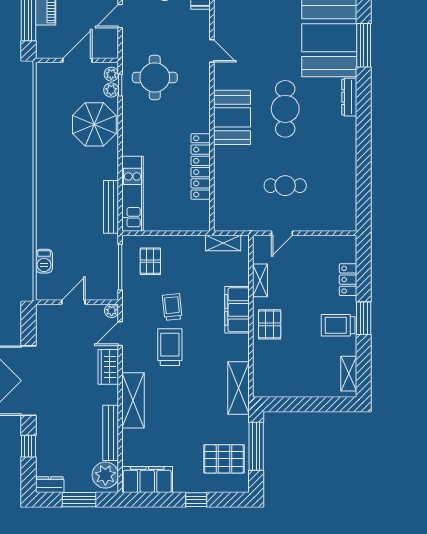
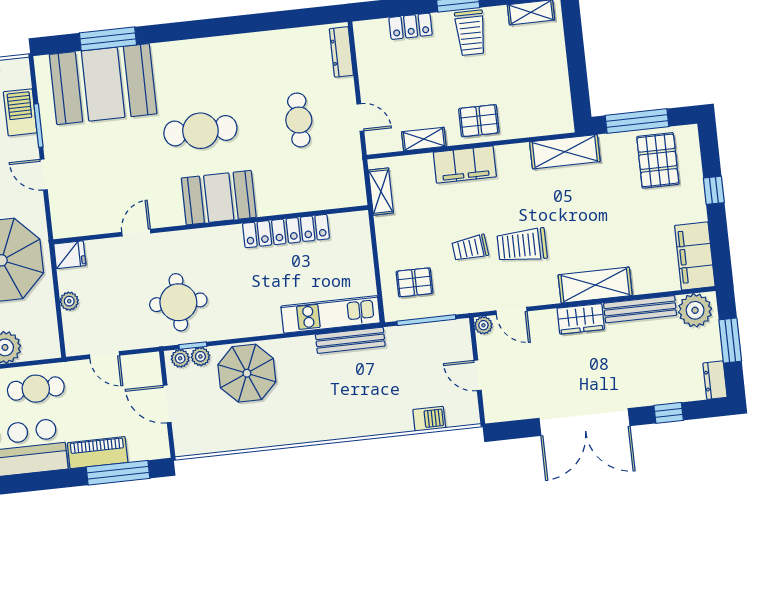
dresser: (349, 97) -> (341, 52), moved, turned 90
wardrobe: (108, 367) -> (581, 319), moved

